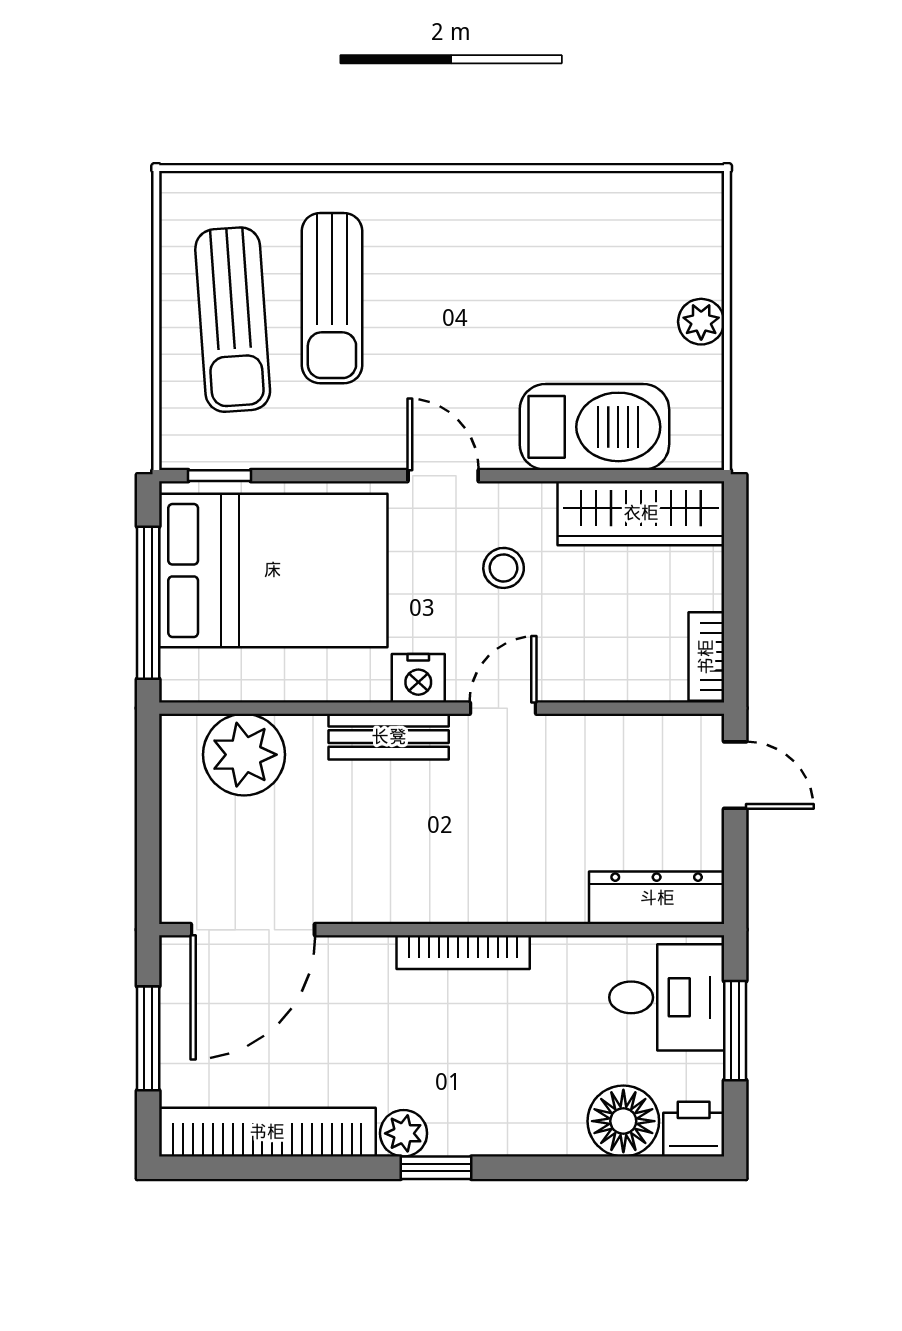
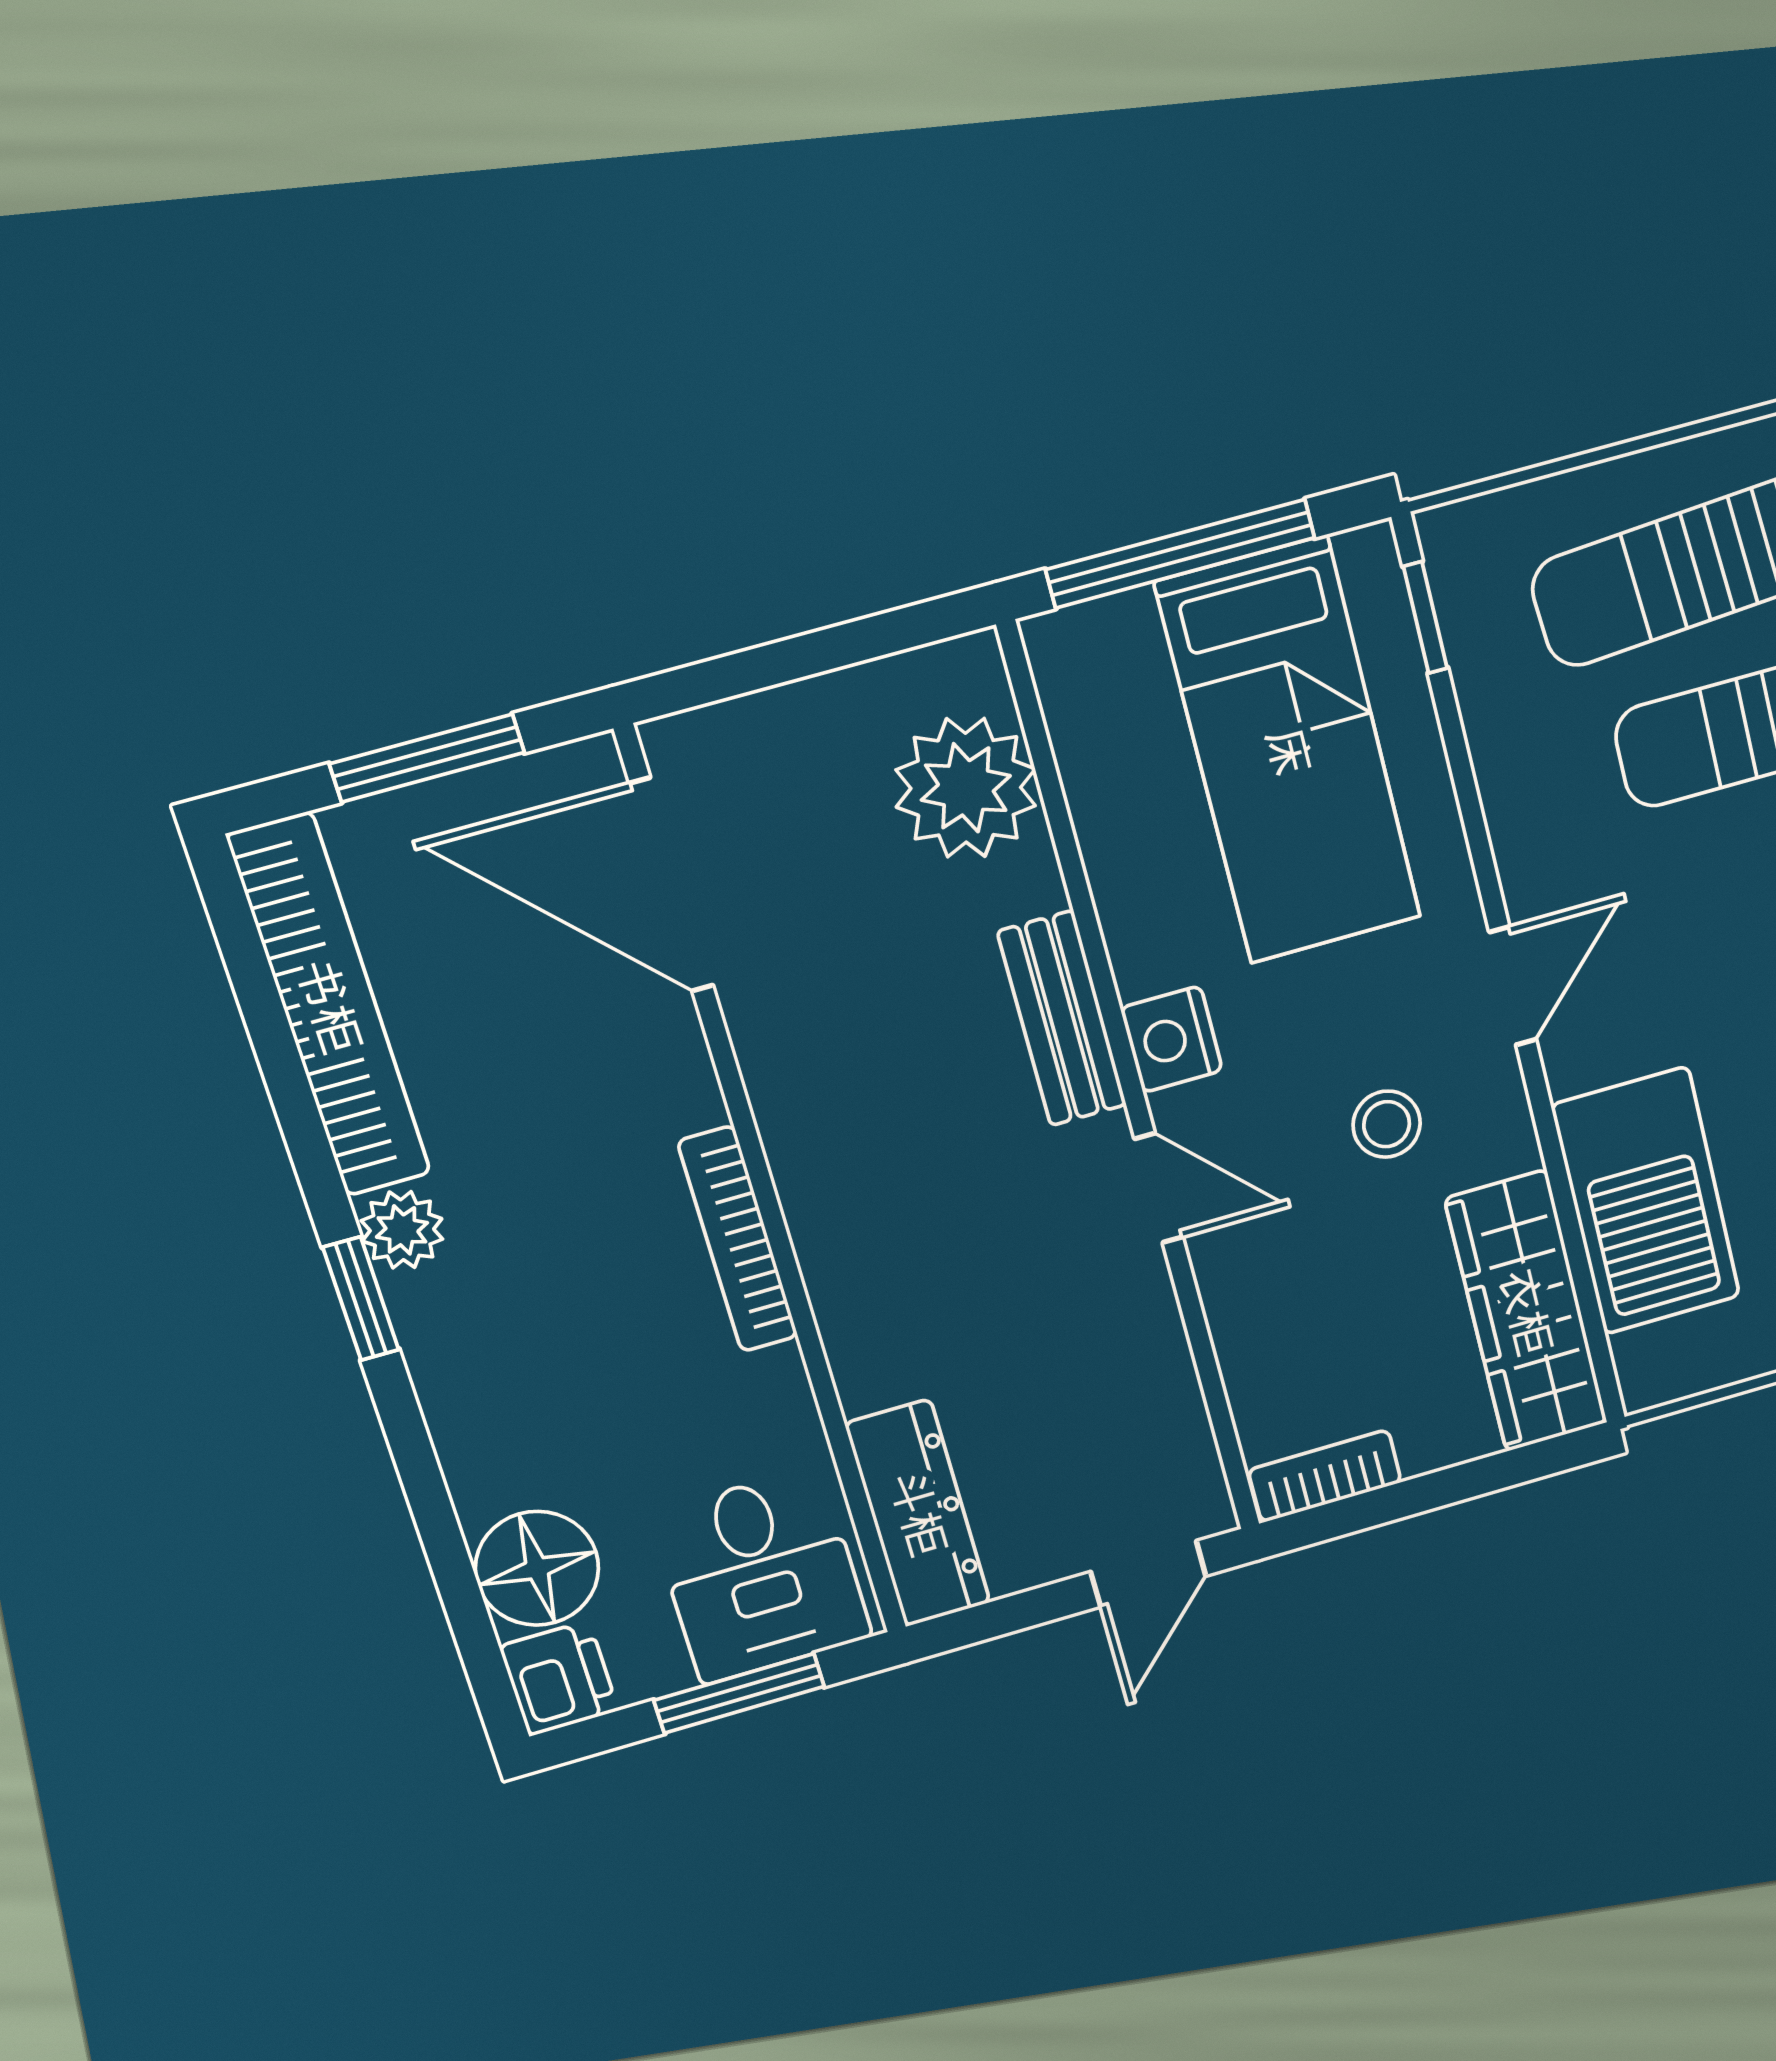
bed: (273, 570) -> (1289, 752), width x0.67

